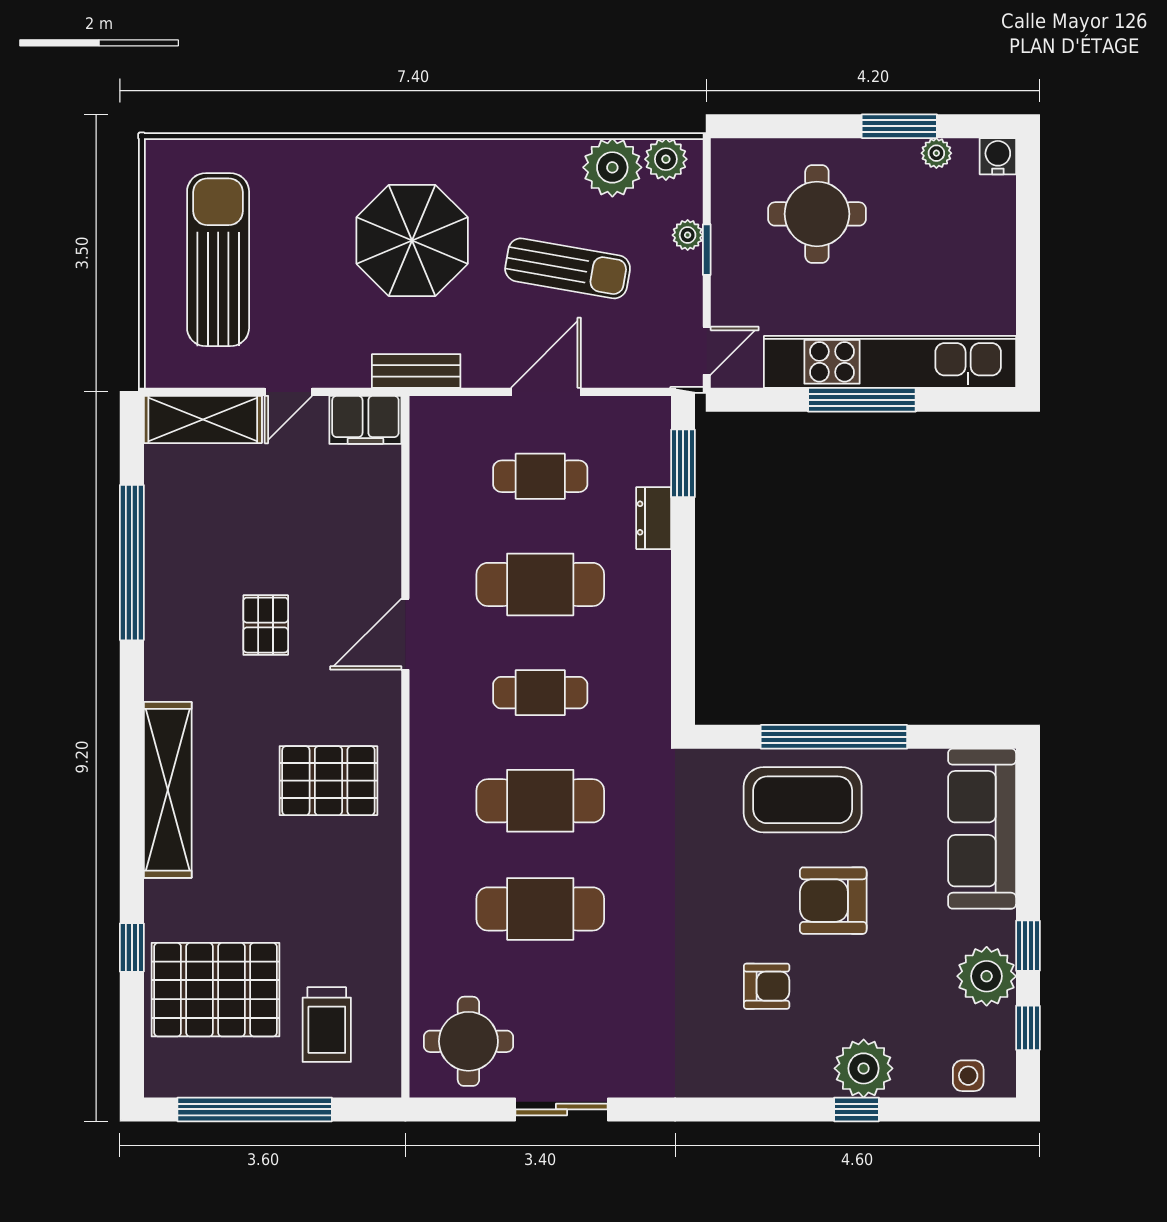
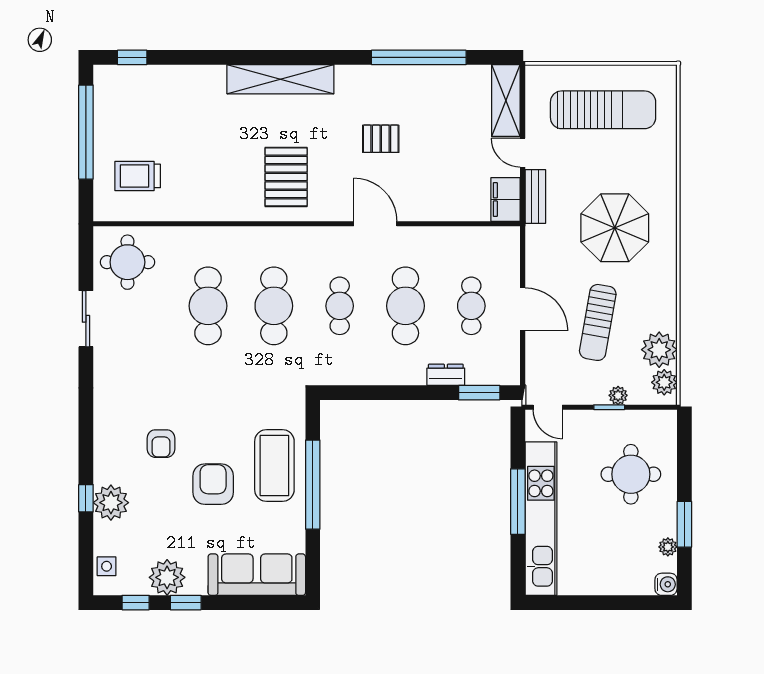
bench: (416, 371) -> (535, 196), moved
window: (132, 948) -> (132, 57), moved
pallet: (215, 990) -> (159, 108), removed

